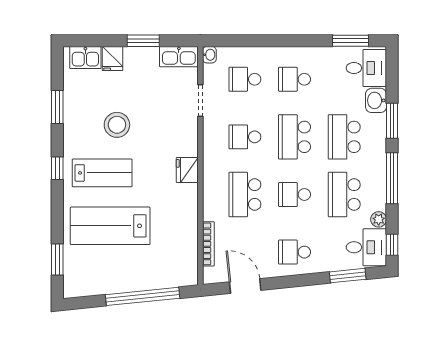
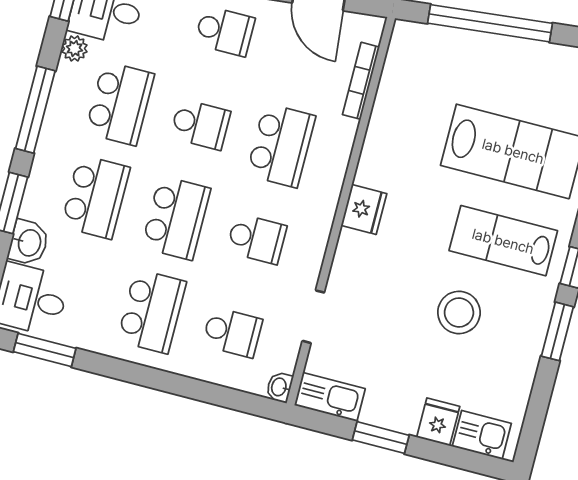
school desk: (295, 79) -> (152, 311), width x1.85
window: (57, 107) -> (557, 331), moved

